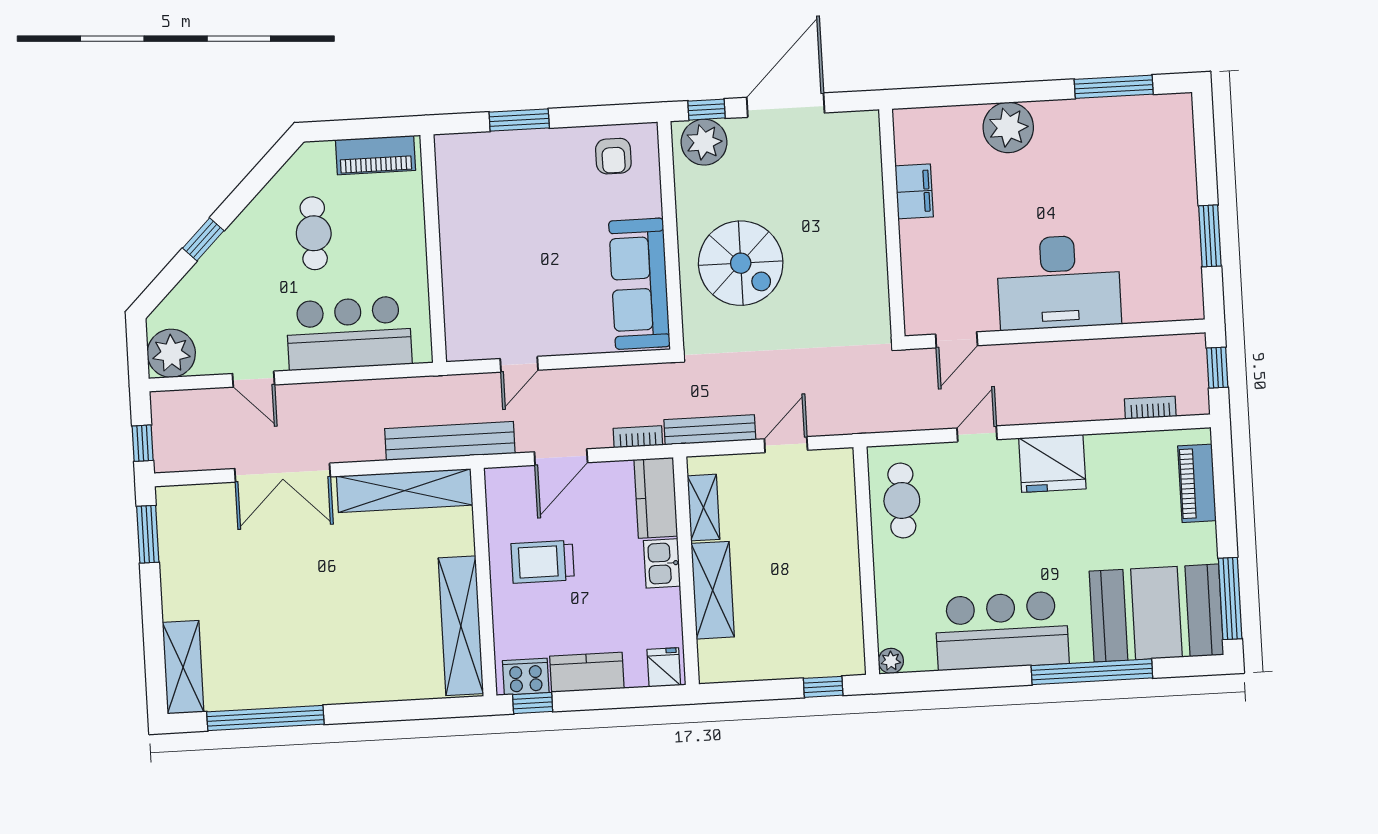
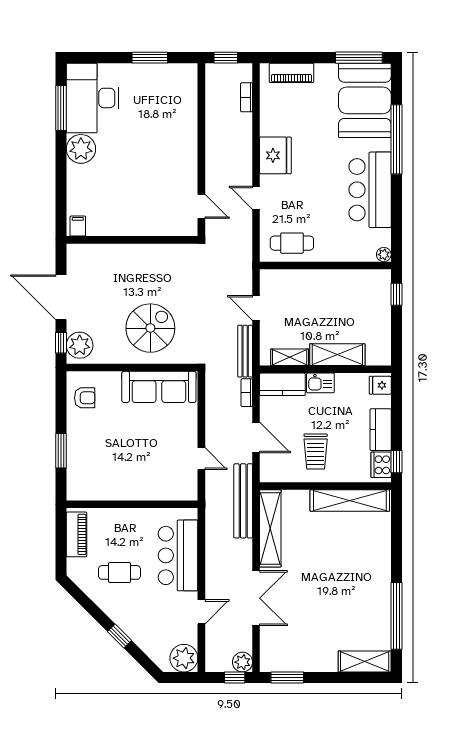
plant: (1008, 127) -> (81, 149), moved
filing cabinet: (914, 191) -> (78, 226), moved, width x0.50
desk: (1059, 282) -> (93, 98), moved, turned 180
plant: (170, 455) -> (242, 662), added

